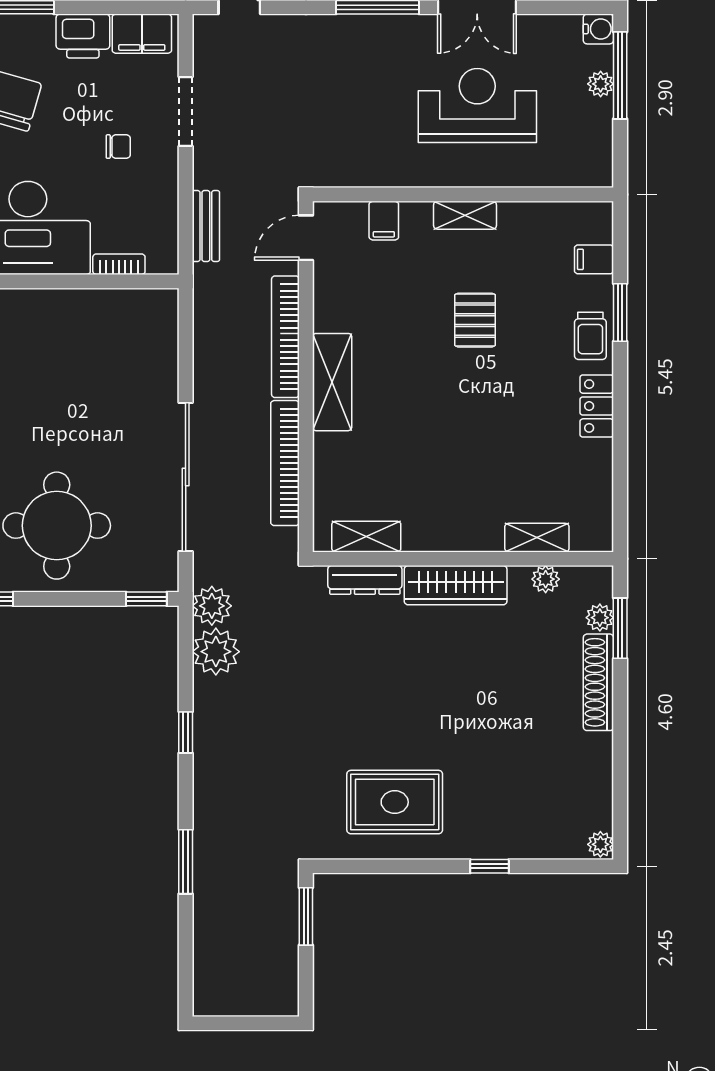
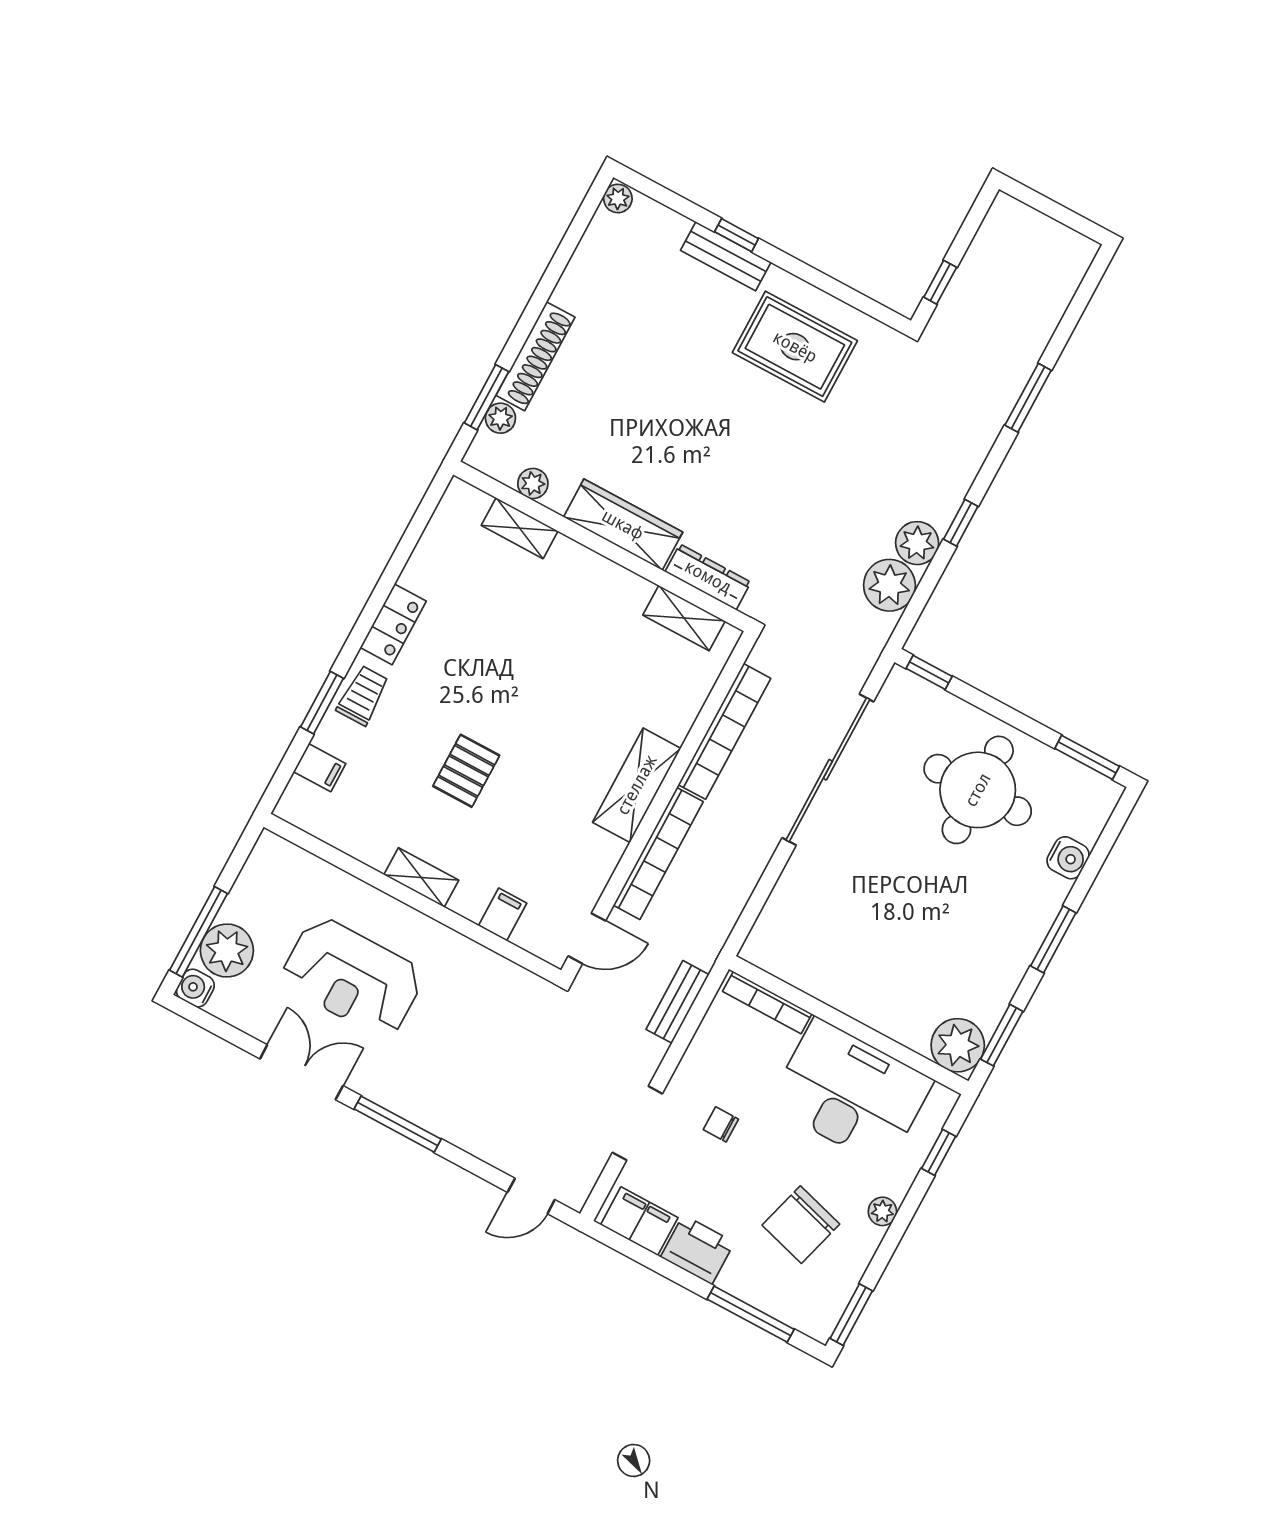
plant: (601, 84) -> (227, 951), width x1.88, depth x1.88
bookcase: (119, 264) -> (767, 1003), width x1.56
plant: (212, 606) -> (917, 543), moved
bench: (489, 845) -> (726, 256), added
window: (306, 916) -> (940, 282), width x0.67

